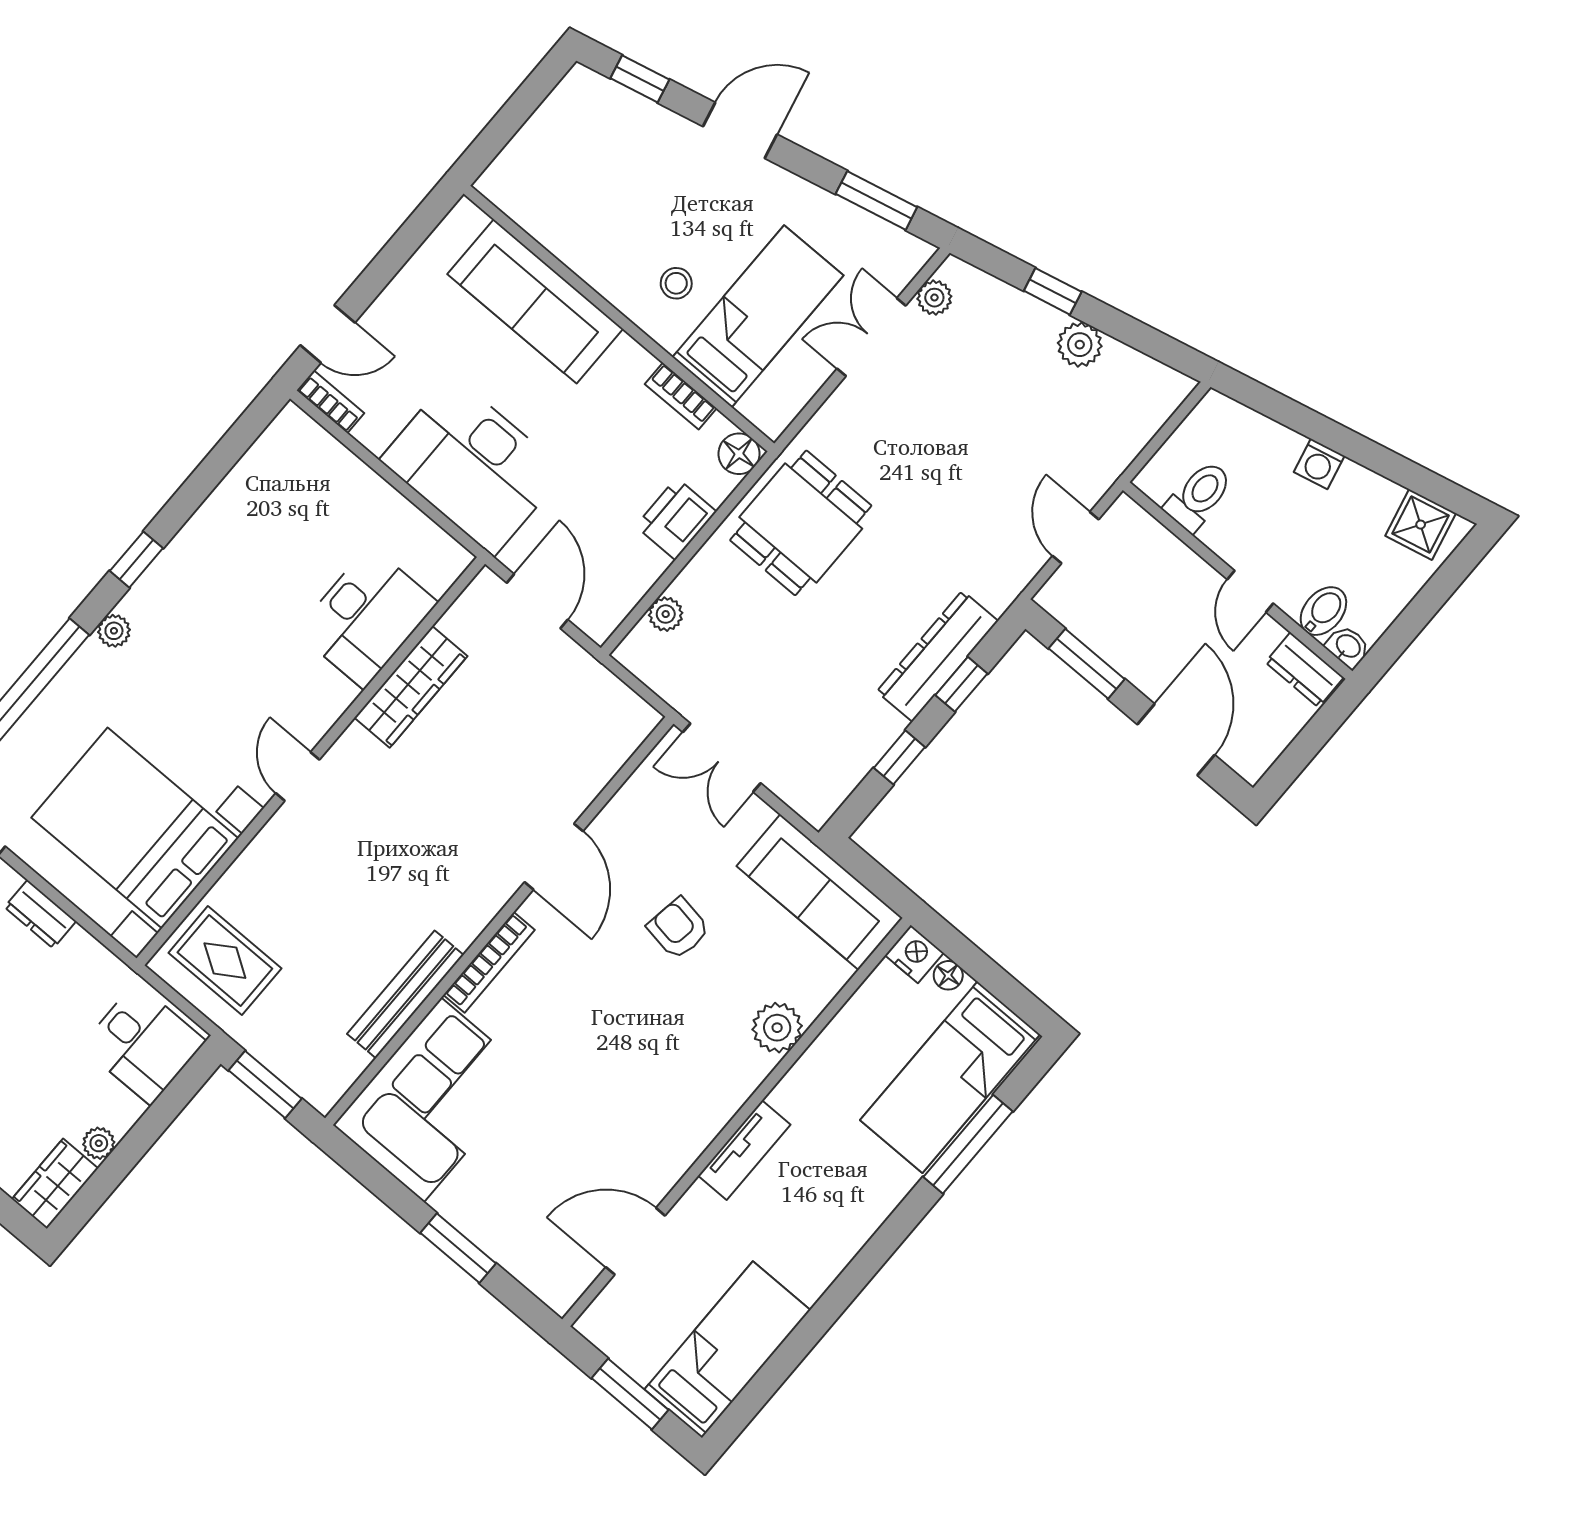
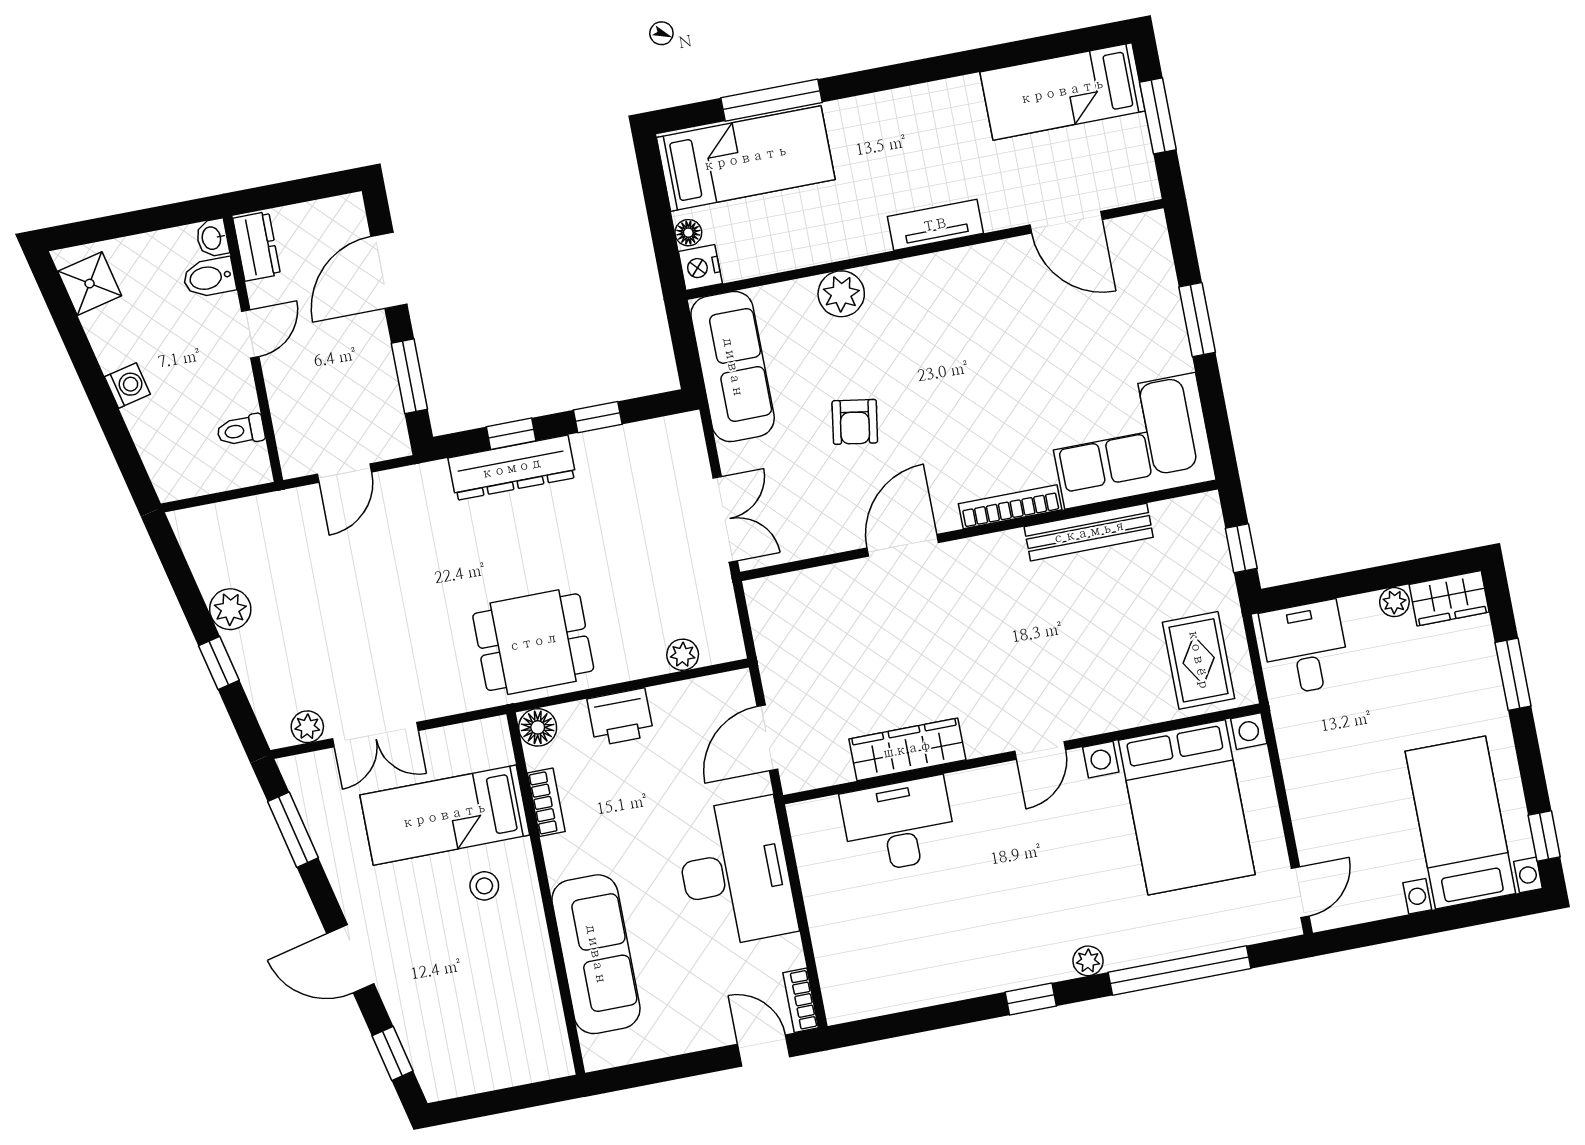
toilet: (1199, 496) -> (241, 430), width x0.73, depth x0.72
dresser: (40, 914) -> (1304, 800), removed
window: (265, 1085) -> (1241, 548), width x0.67

